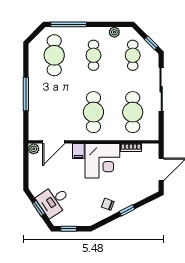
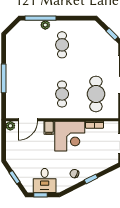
plant: (114, 32) -> (45, 25), moved
cafe table: (54, 55) -> (28, 45), removed
cafe table: (133, 55) -> (96, 45), removed
cafe table: (93, 112) -> (62, 94), width x0.73, depth x0.74
desk: (54, 201) -> (45, 180), moved, turned -56

